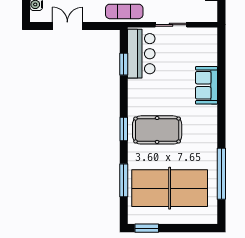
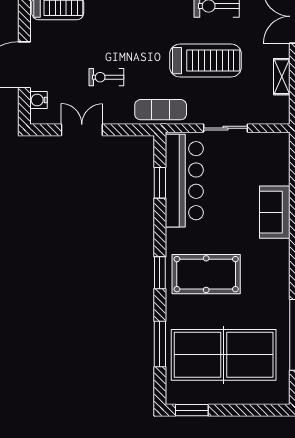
bar counter: (141, 54) -> (184, 181), width x1.36

